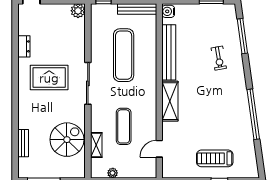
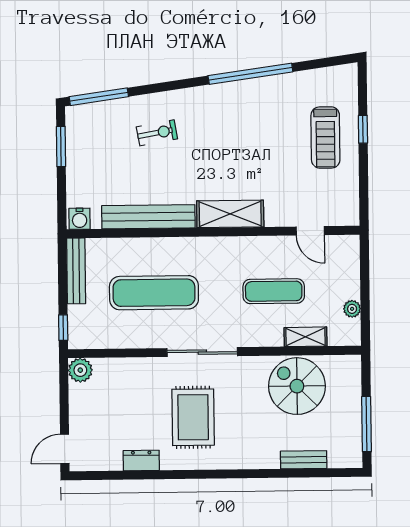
window: (242, 36) -> (99, 97), moved

